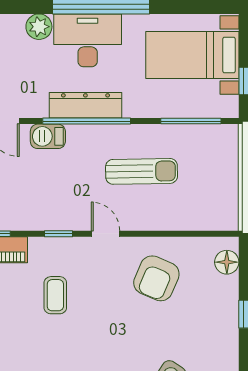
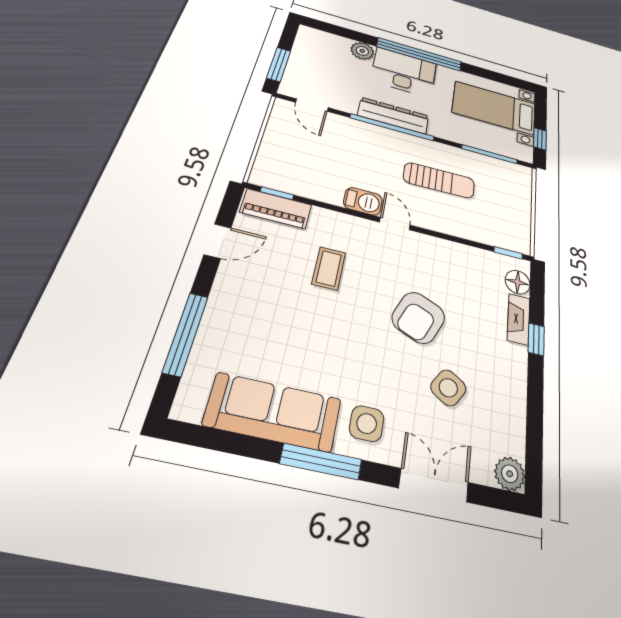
barbecue: (48, 136) -> (363, 201), moved, turned 180
window: (58, 234) -> (508, 253), moved
armchair: (156, 278) -> (418, 318), moved
fireplace: (229, 299) -> (519, 319), added

